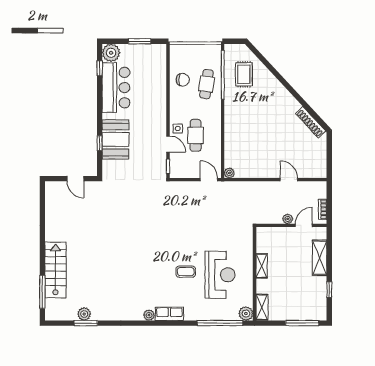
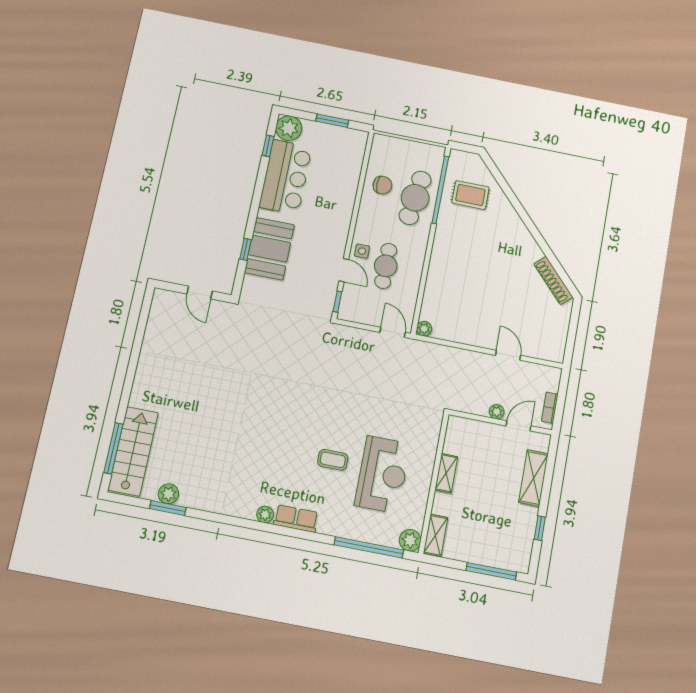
rug: (244, 74) -> (470, 195), turned 90
cafe table: (207, 84) -> (415, 198), width x1.37, depth x1.35
stairs: (55, 270) -> (133, 451), moved

